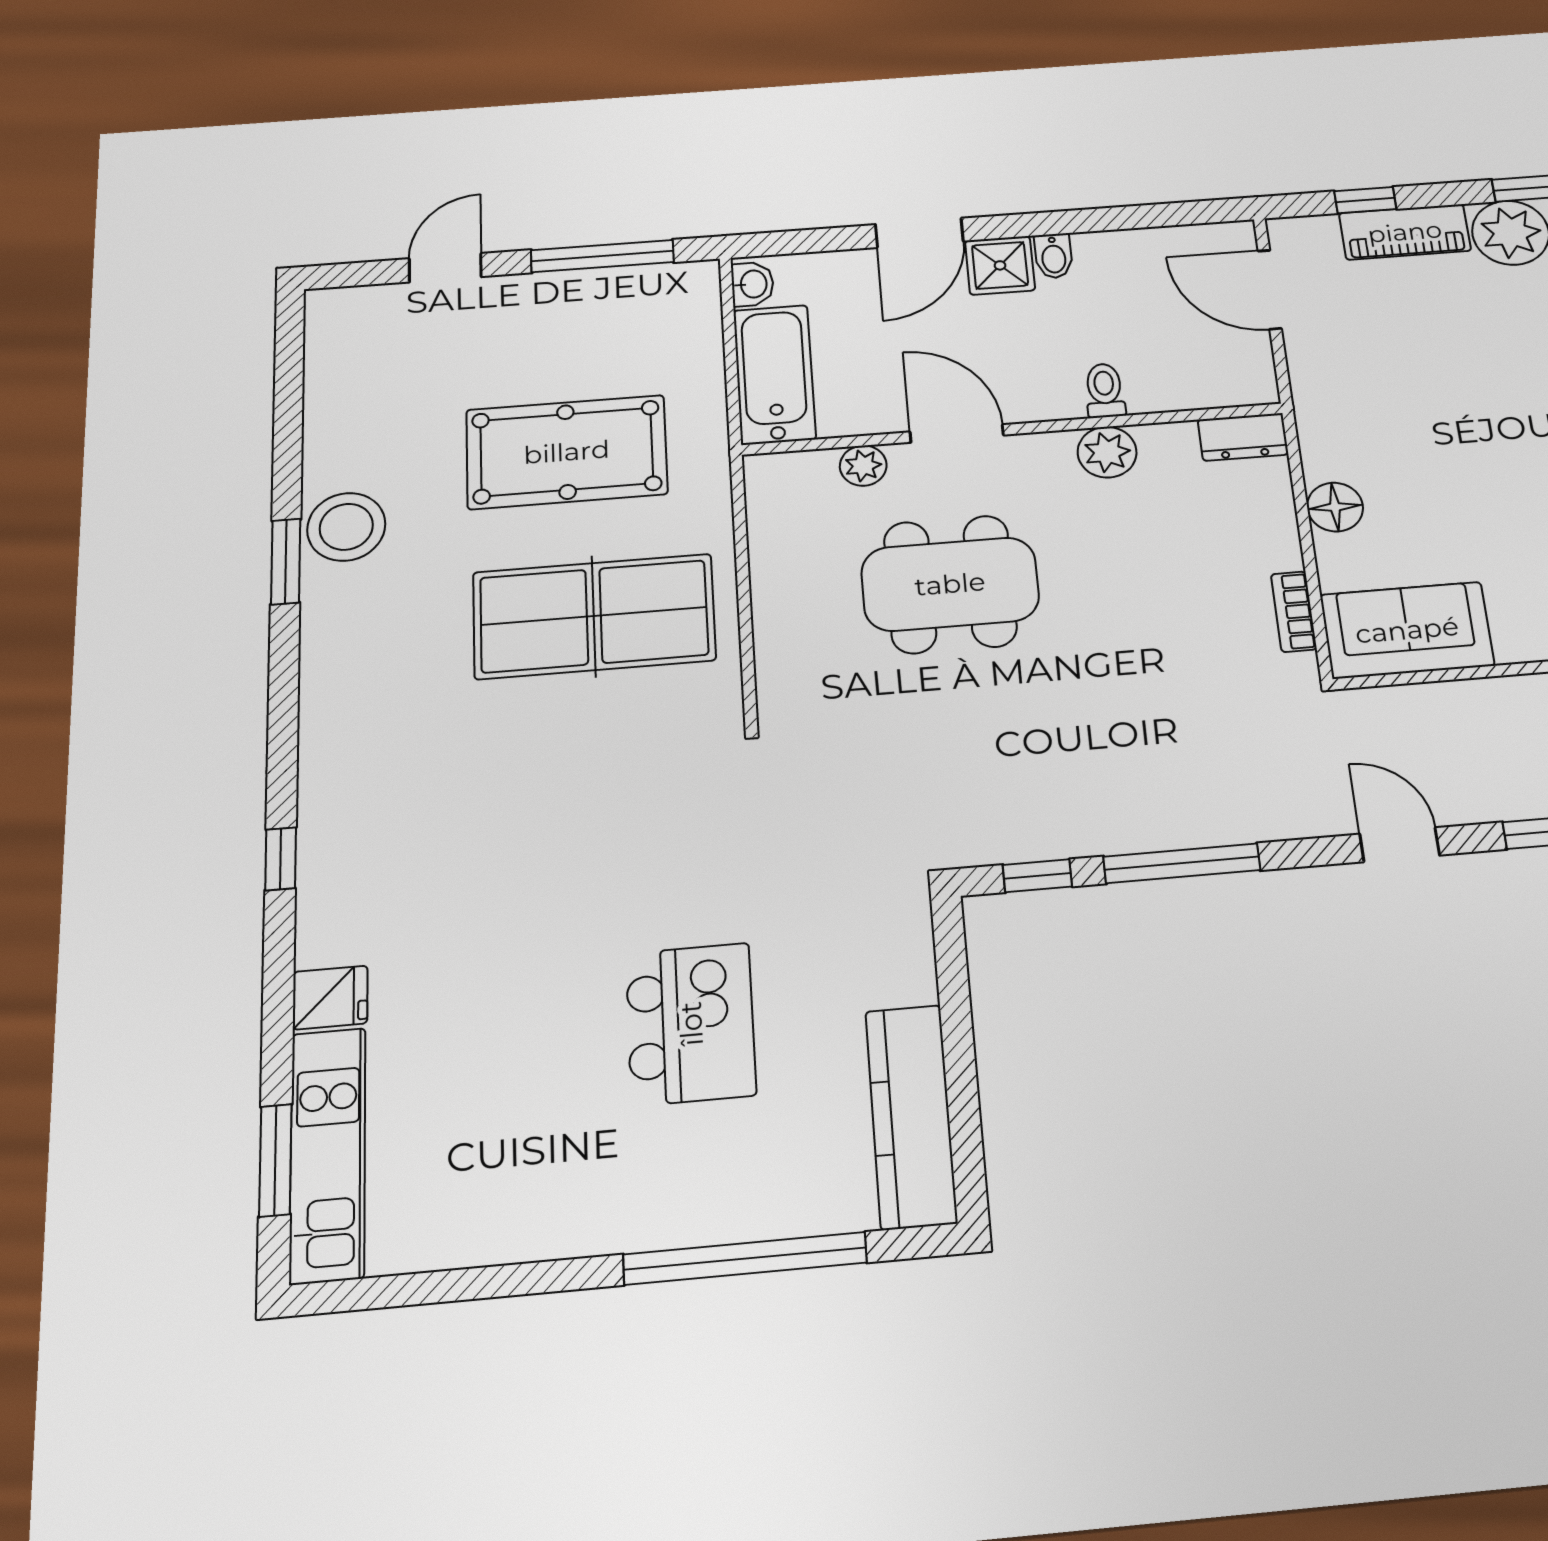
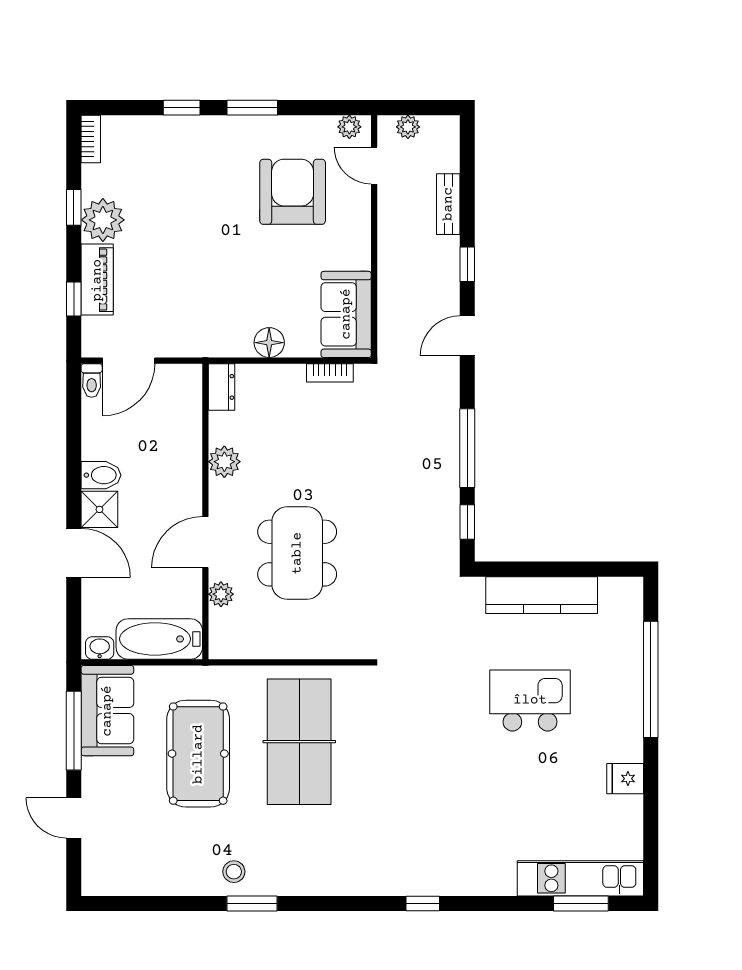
bidet: (1054, 256) -> (101, 475), width x1.38, depth x1.36
sofa: (640, 304) -> (107, 711), added
toilet: (1105, 391) -> (92, 380), moved, turned -90
stool: (346, 527) -> (234, 872), width x0.53, depth x0.53
fridge: (330, 998) -> (625, 779), moved, turned -90
kitchen counter: (911, 1116) -> (542, 595), moved

